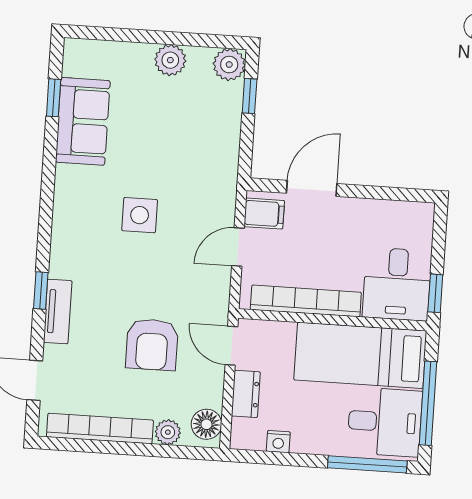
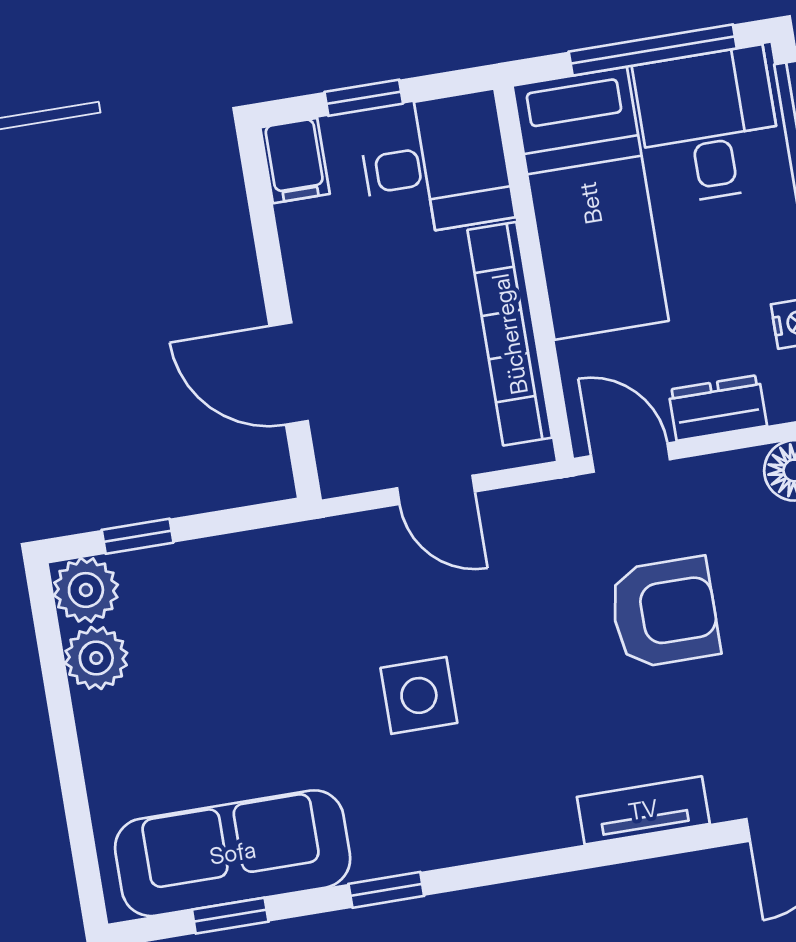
plant: (170, 60) -> (96, 658), moved
sofa: (83, 121) -> (233, 853), width x1.36
filing cabinet: (264, 214) -> (295, 161), moved, turned 180
window: (41, 290) -> (386, 890), moved
window: (435, 293) -> (364, 98), moved
door: (231, 346) -> (631, 458), swing flipped

